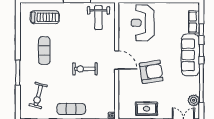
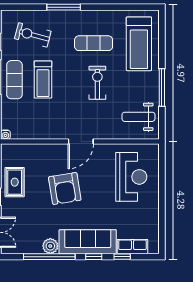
treadmill: (45, 17) -> (139, 44), width x1.37, depth x1.38
reception desk: (143, 23) -> (131, 177), turned 90
exercise bike: (85, 69) -> (97, 83), moved
treadmill: (71, 88) -> (43, 79), added
plant: (194, 100) -> (50, 246), moved

